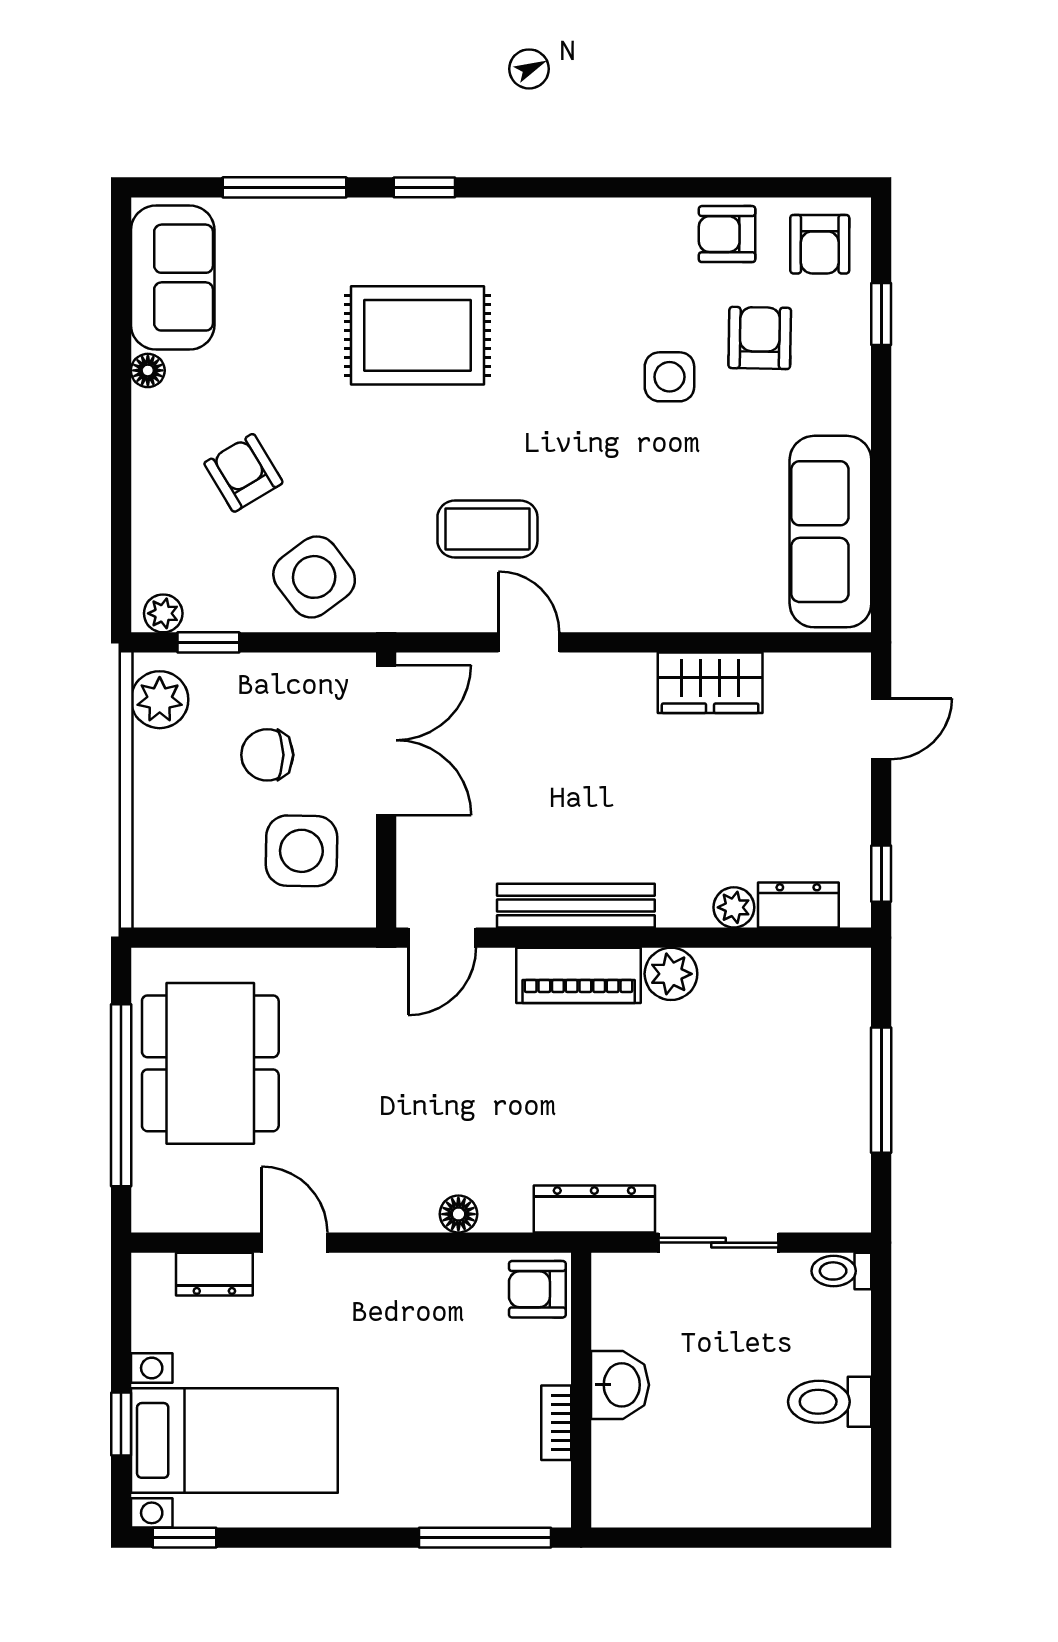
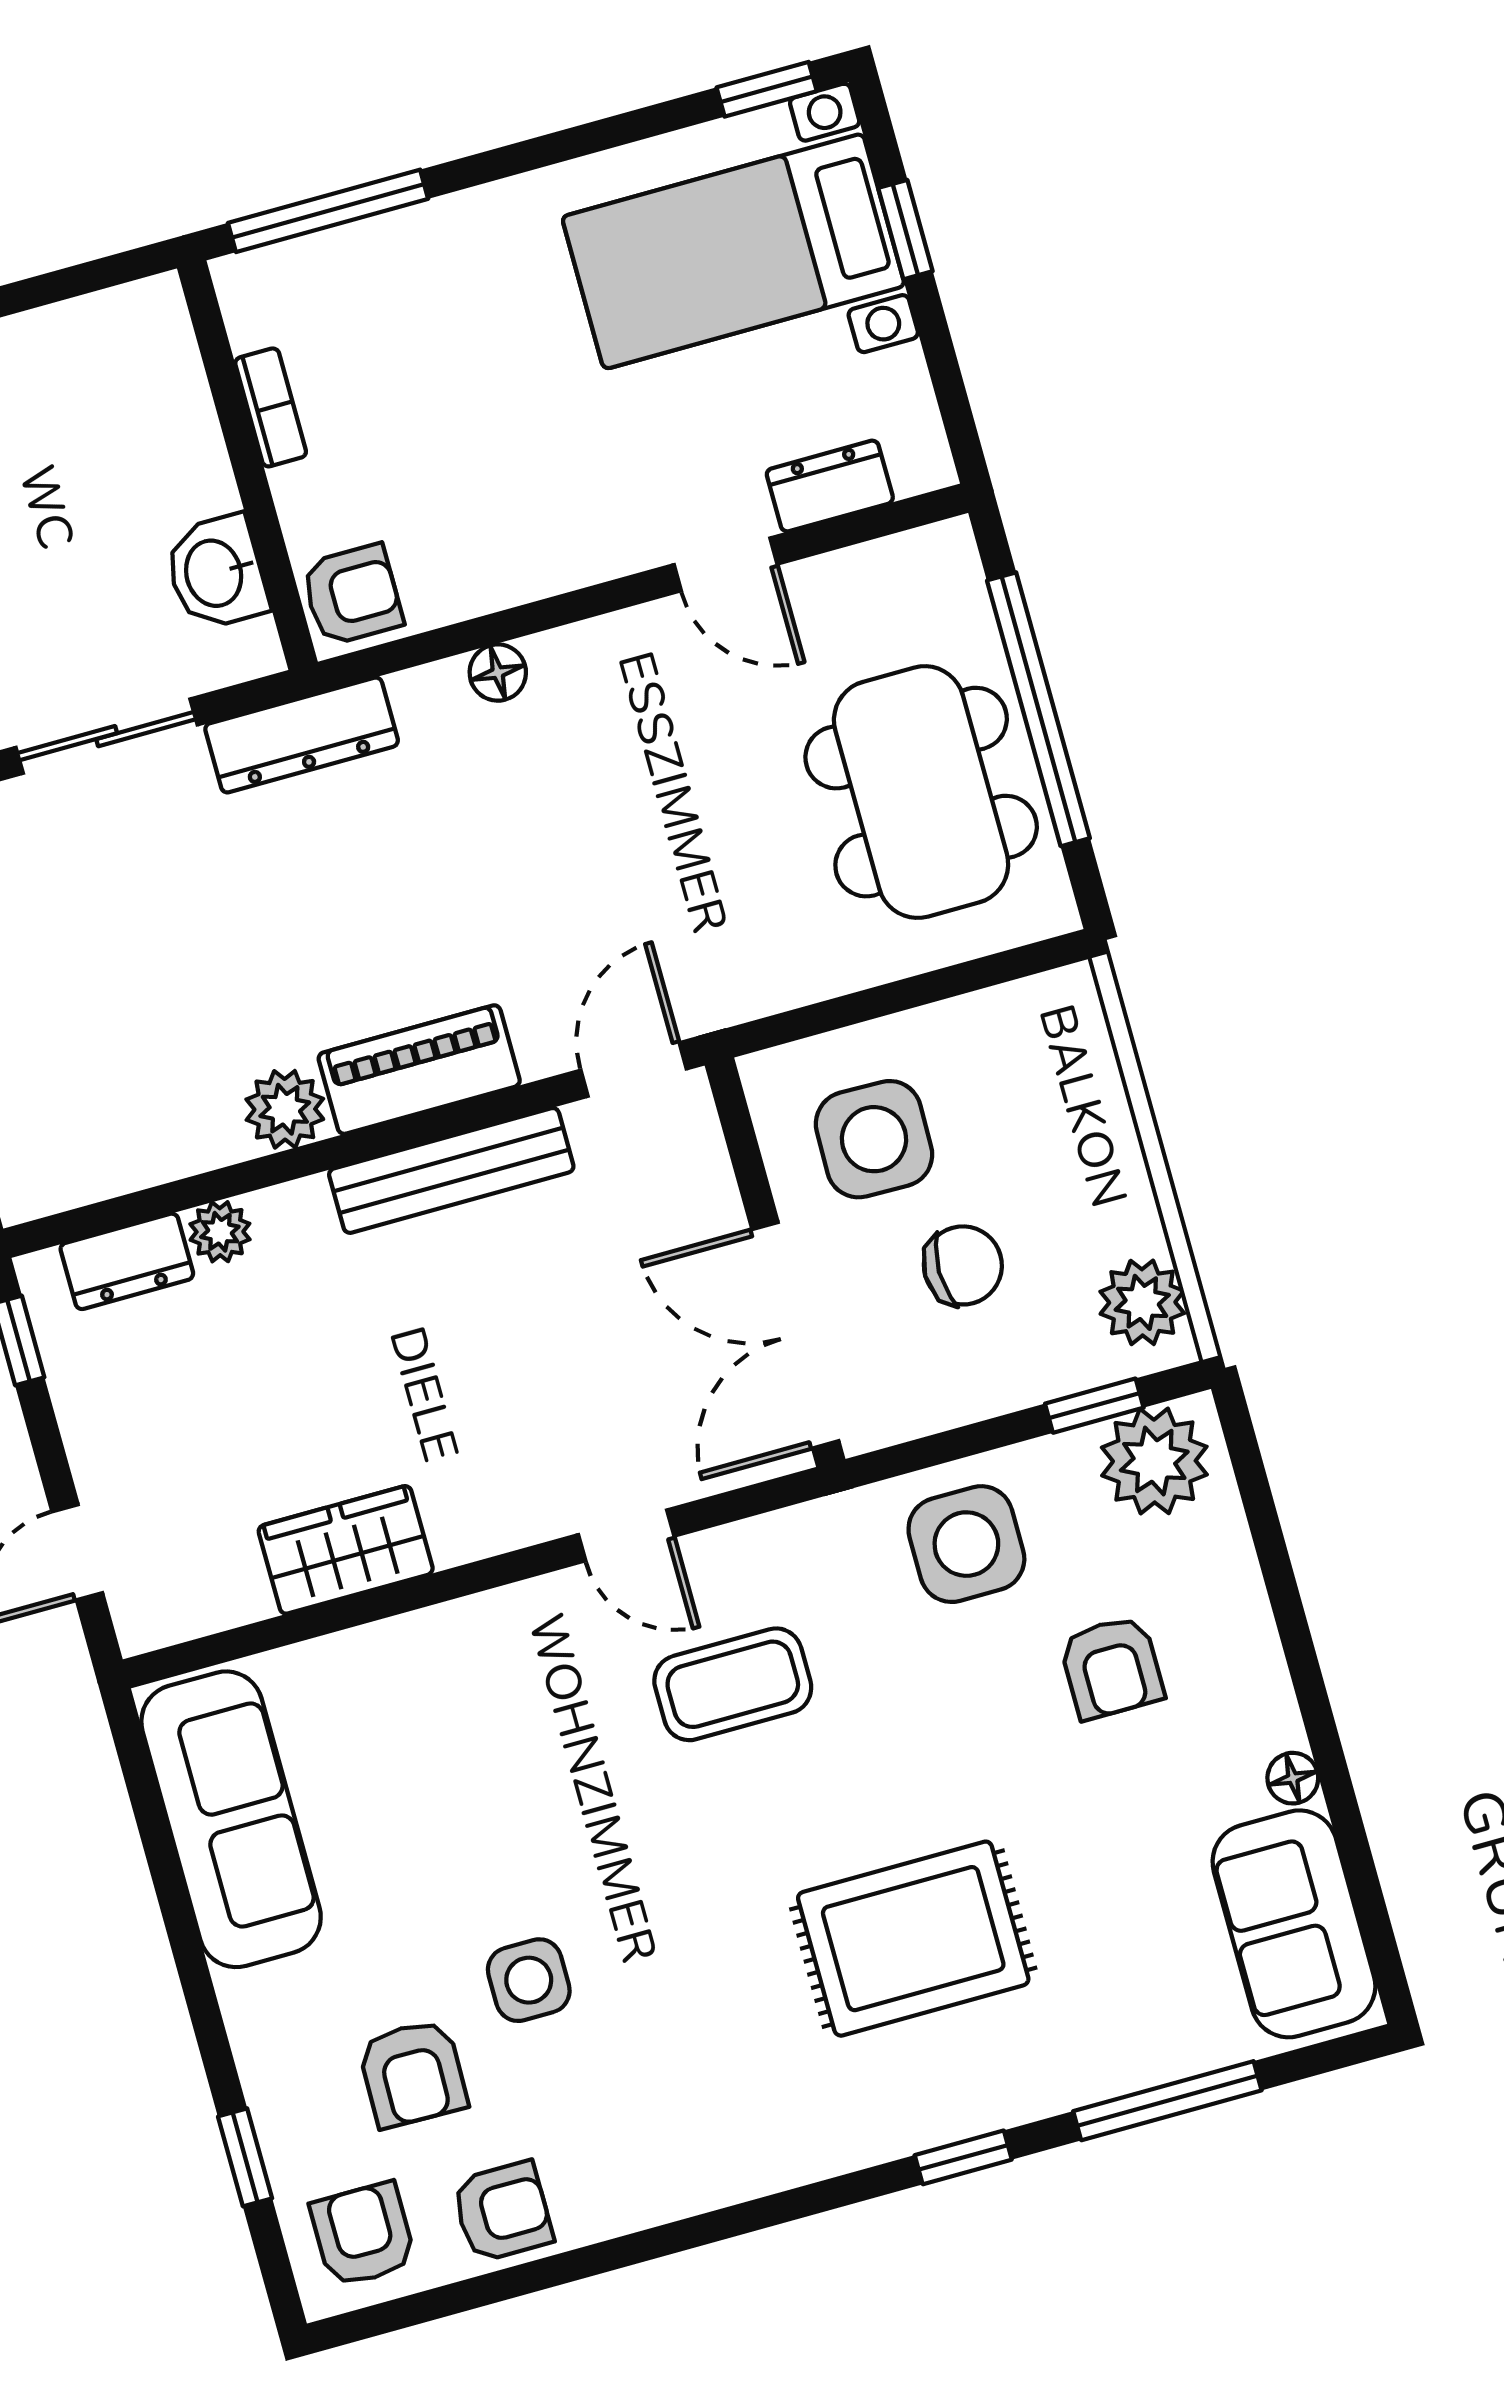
armchair: (243, 473) -> (1112, 1667), turned 31
side table: (314, 577) -> (966, 1544), turned 37
plant: (163, 613) -> (1154, 1461), width x1.87, depth x1.87
washbasin: (620, 1385) -> (216, 573), moved

